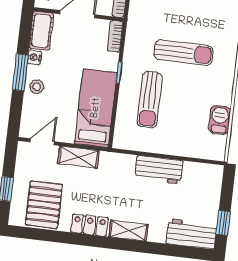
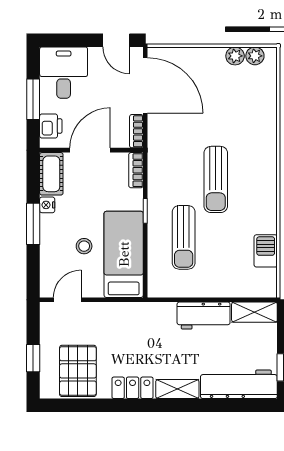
sun lounger: (183, 53) -> (216, 179), turned 90
stool: (37, 87) -> (84, 246), moved
shelving: (78, 157) -> (254, 312), moved
workbench: (191, 234) -> (239, 384), width x1.38

